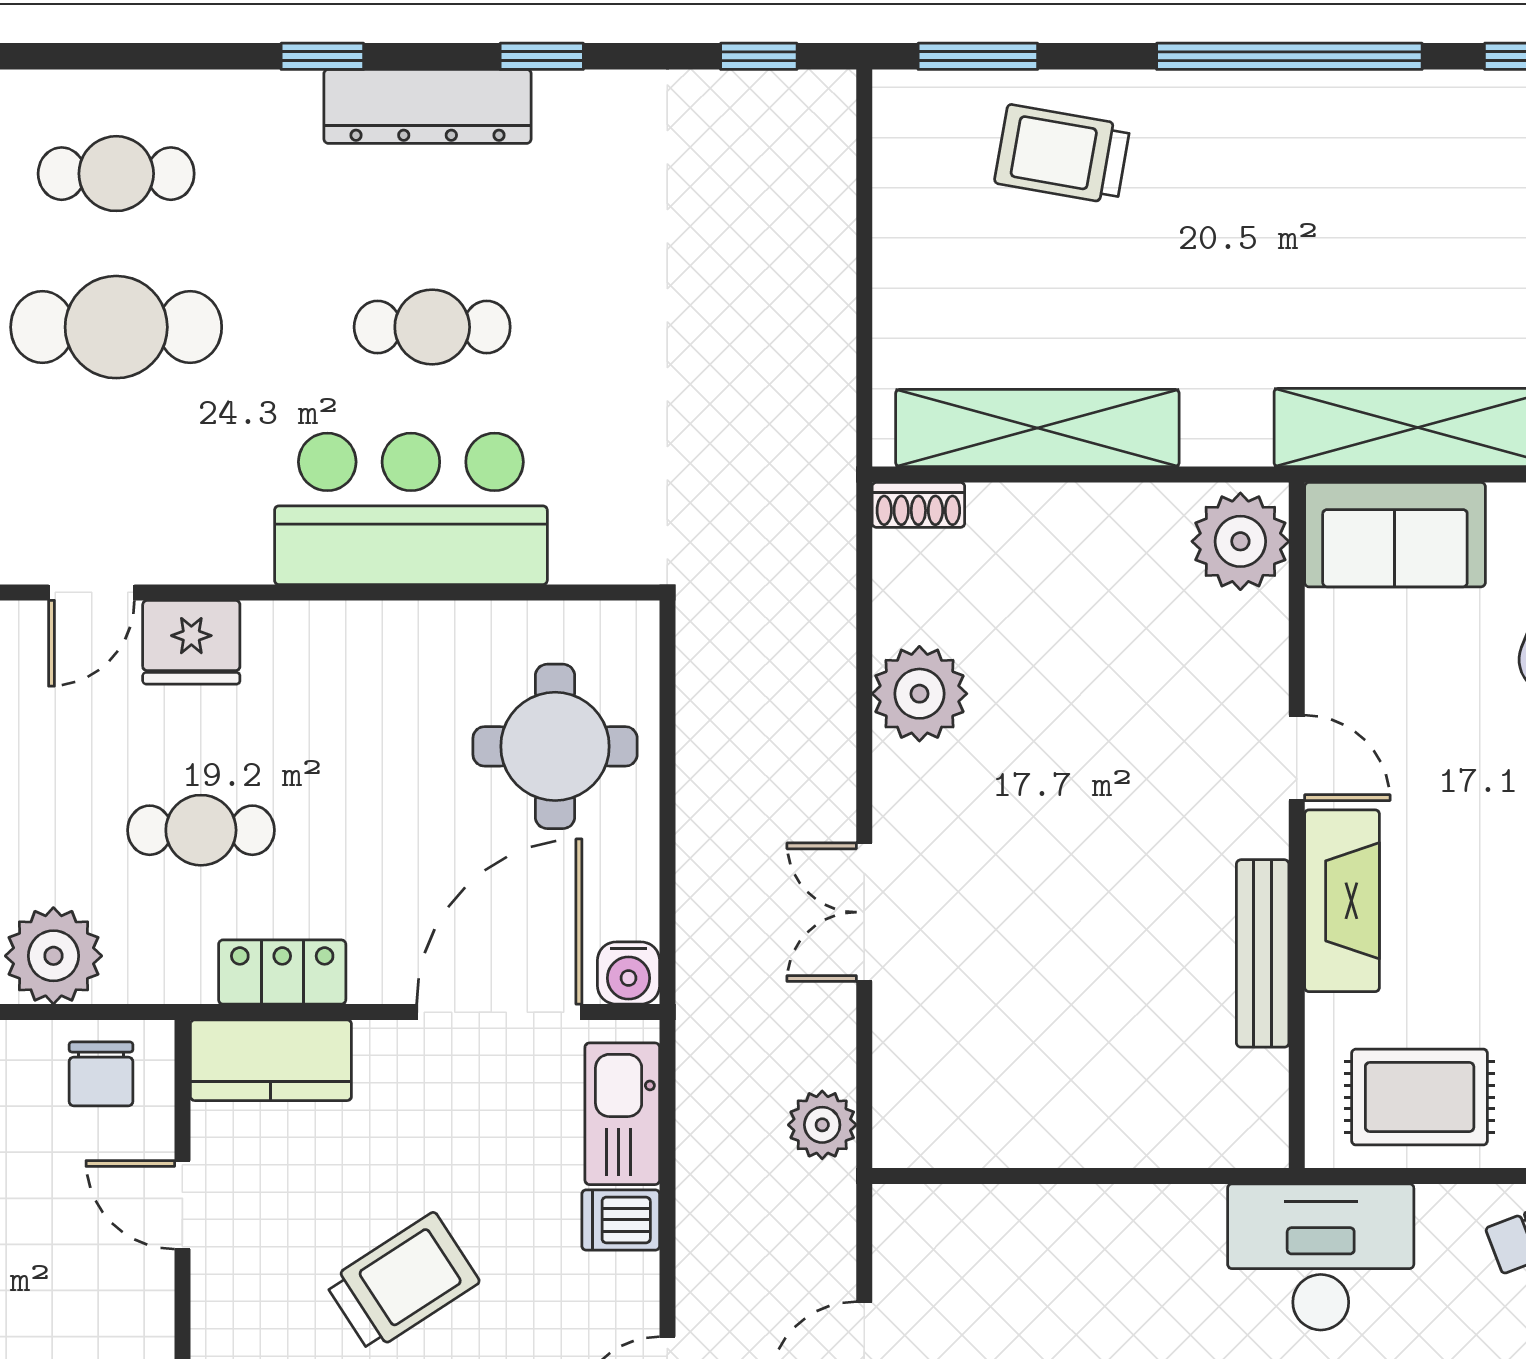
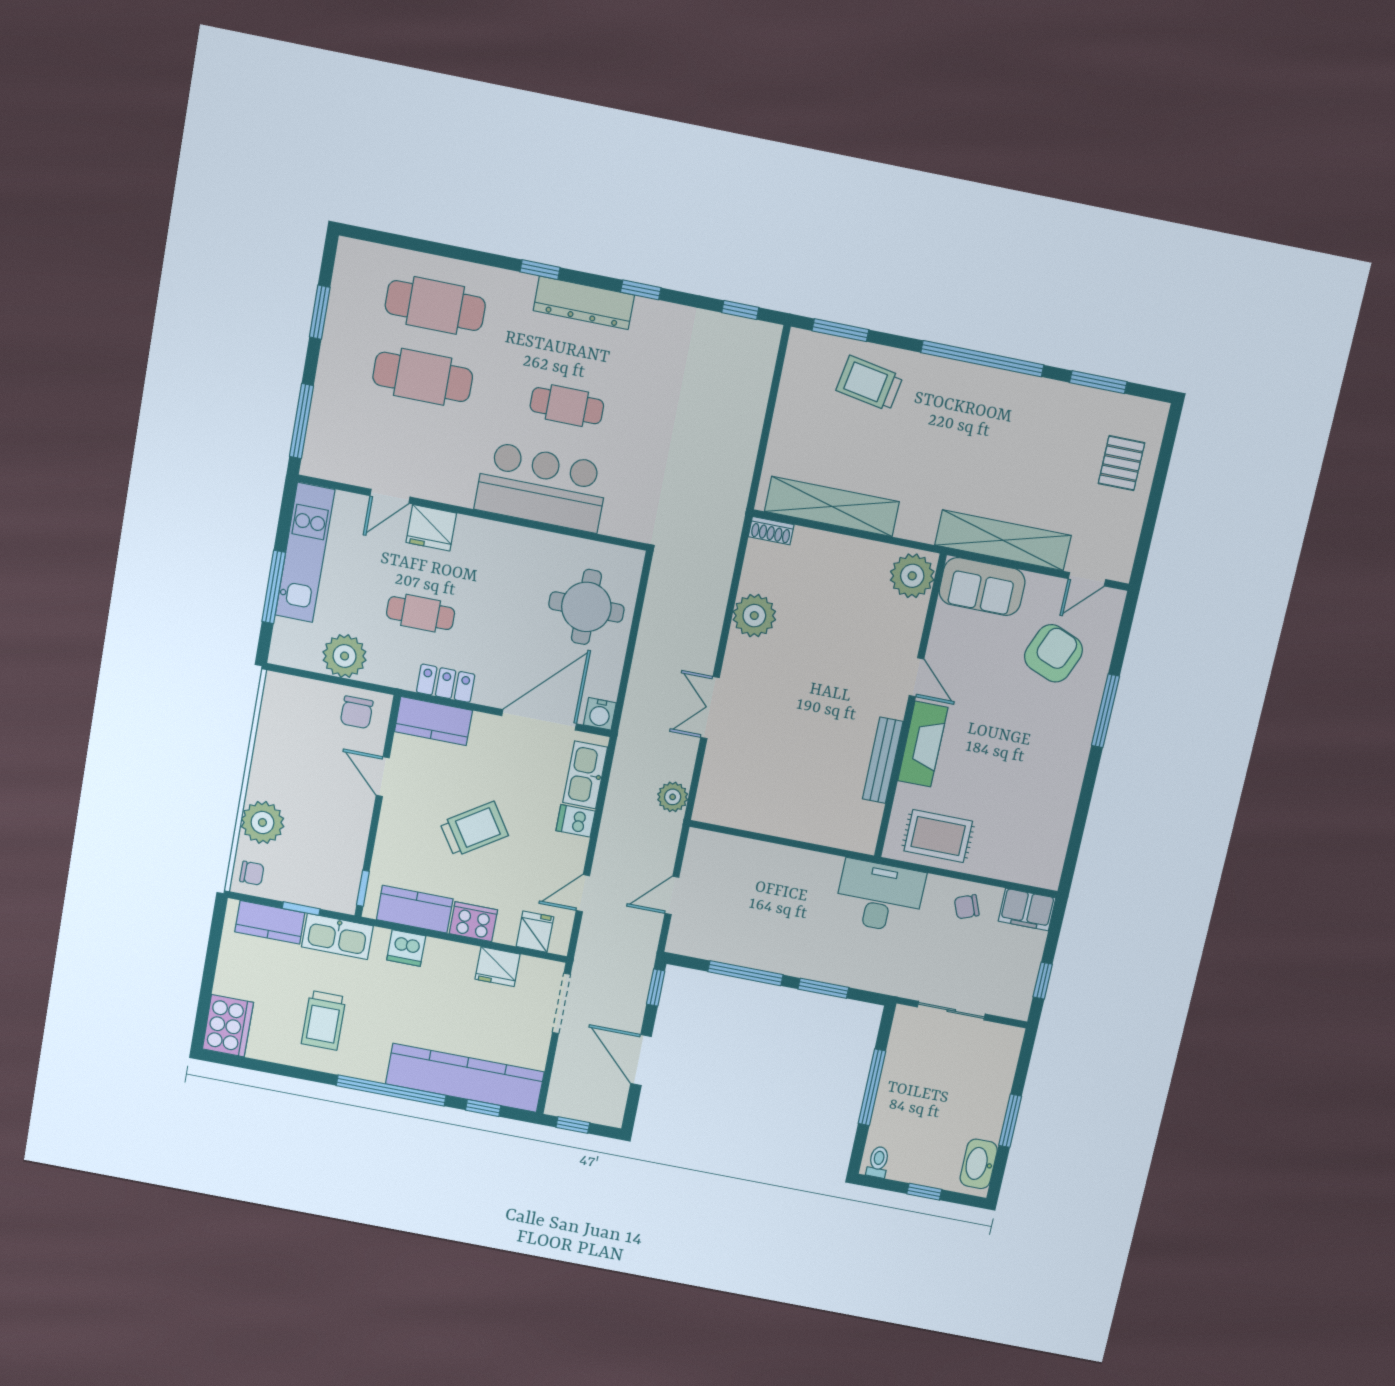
cafe table: (116, 174) -> (435, 306), width x1.37, depth x1.35

